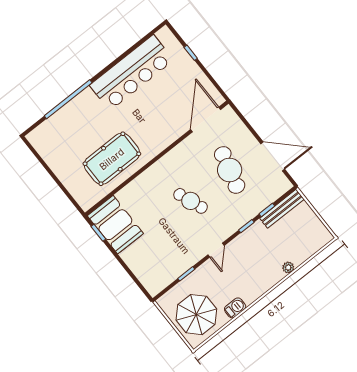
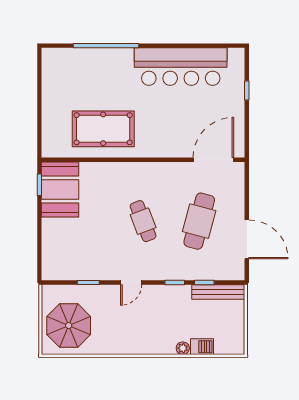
barbecue: (235, 308) -> (202, 347), moved

